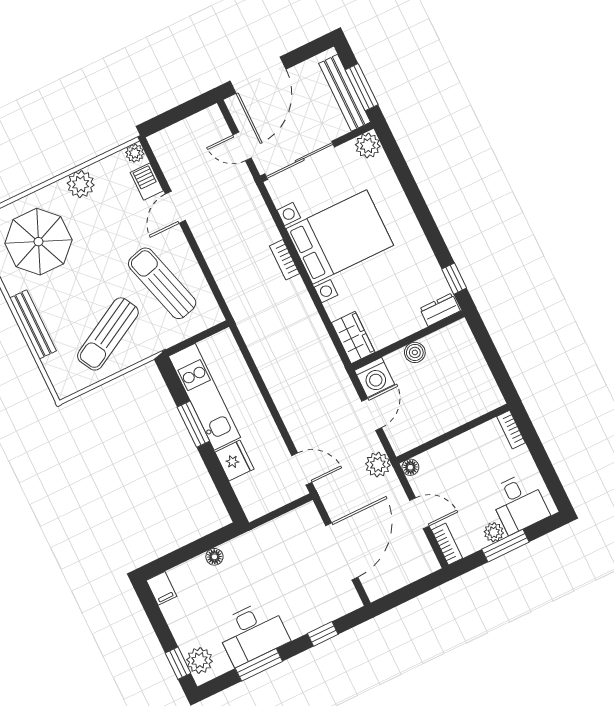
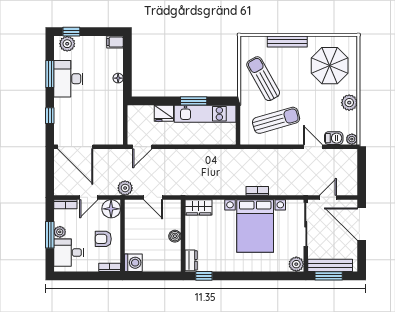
washing machine: (374, 377) -> (133, 263), moved, turned 180
armchair: (472, 460) -> (103, 239), added
floor lamp: (410, 467) -> (111, 209), width x1.89, depth x1.89
door: (342, 551) -> (75, 147), moved

